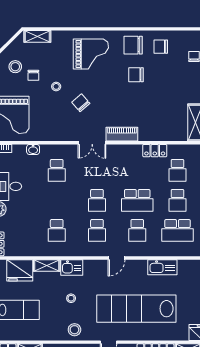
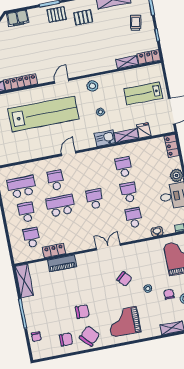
chair: (133, 45) -> (90, 336), turned -44
piano: (122, 134) -> (62, 263), moved
school desk: (97, 230) -> (129, 192), moved
kitchen sink: (162, 267) -> (28, 153), removed
fridge: (20, 270) -> (144, 130), width x0.53, depth x0.75

